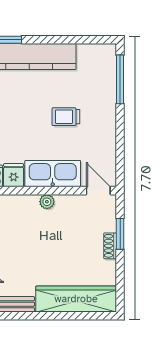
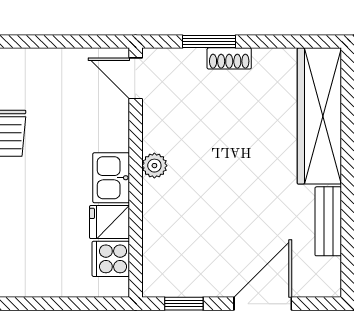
kitchen sink: (53, 174) -> (111, 178), width x0.53, depth x0.81
door: (98, 191) -> (136, 78), hinge flipped

